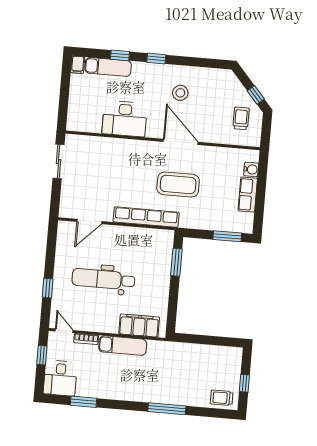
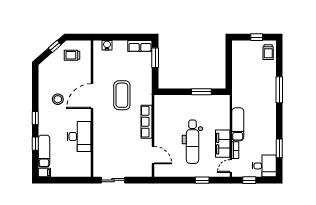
row of seats: (248, 195) -> (140, 46), moved
row of seats: (146, 217) -> (147, 122), width x0.73
window: (176, 262) -> (201, 92), moved
filing cabinet: (139, 325) -> (223, 144), moved

